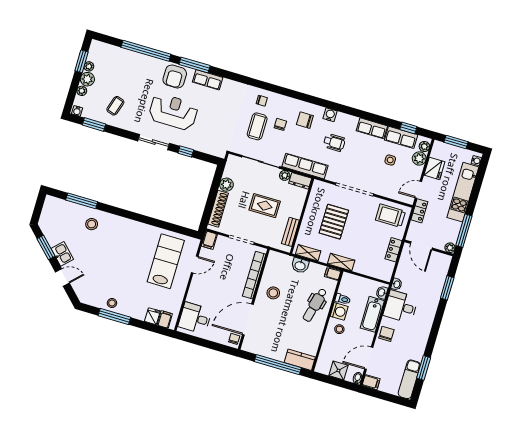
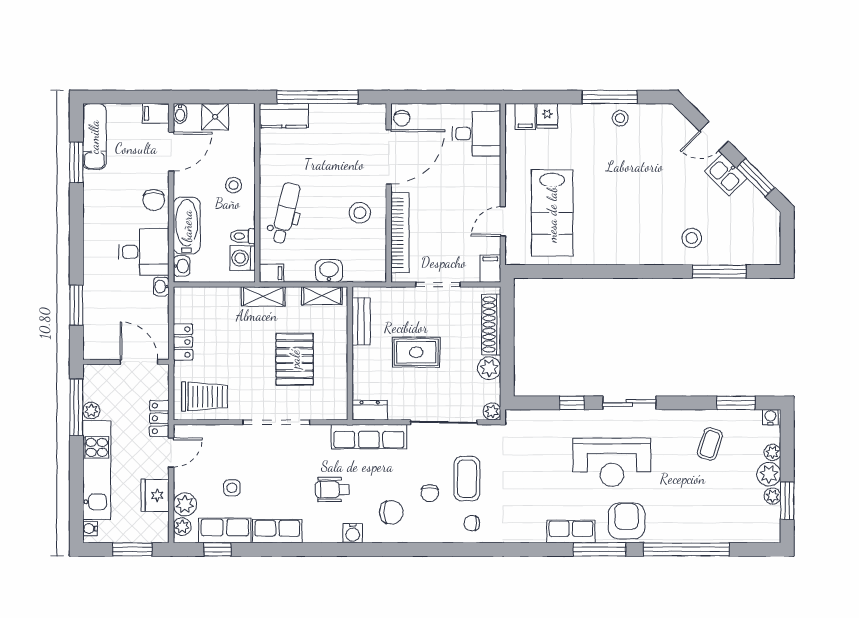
plant: (285, 175) -> (492, 411), moved
plant: (450, 248) -> (91, 410), moved
washing machine: (339, 311) -> (243, 258), moved

